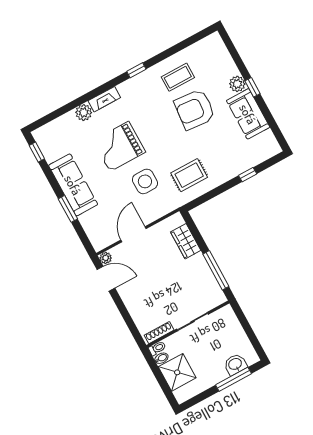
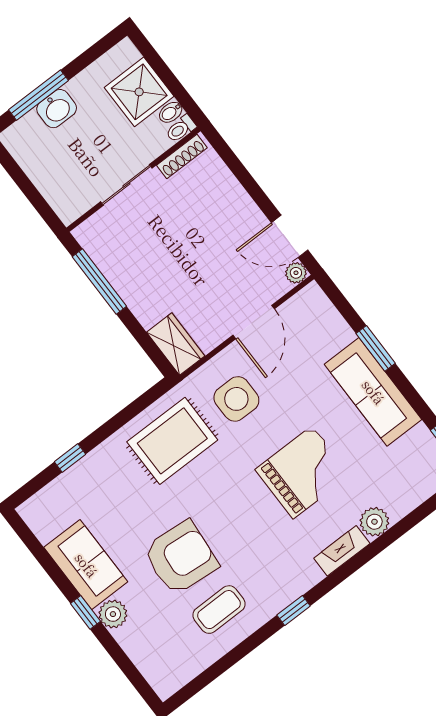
rug: (189, 175) -> (172, 441), width x1.36, depth x1.43
side table: (145, 181) -> (236, 399), moved
wardrobe: (186, 241) -> (176, 344), moved
washbasin: (235, 364) -> (57, 109), moved

